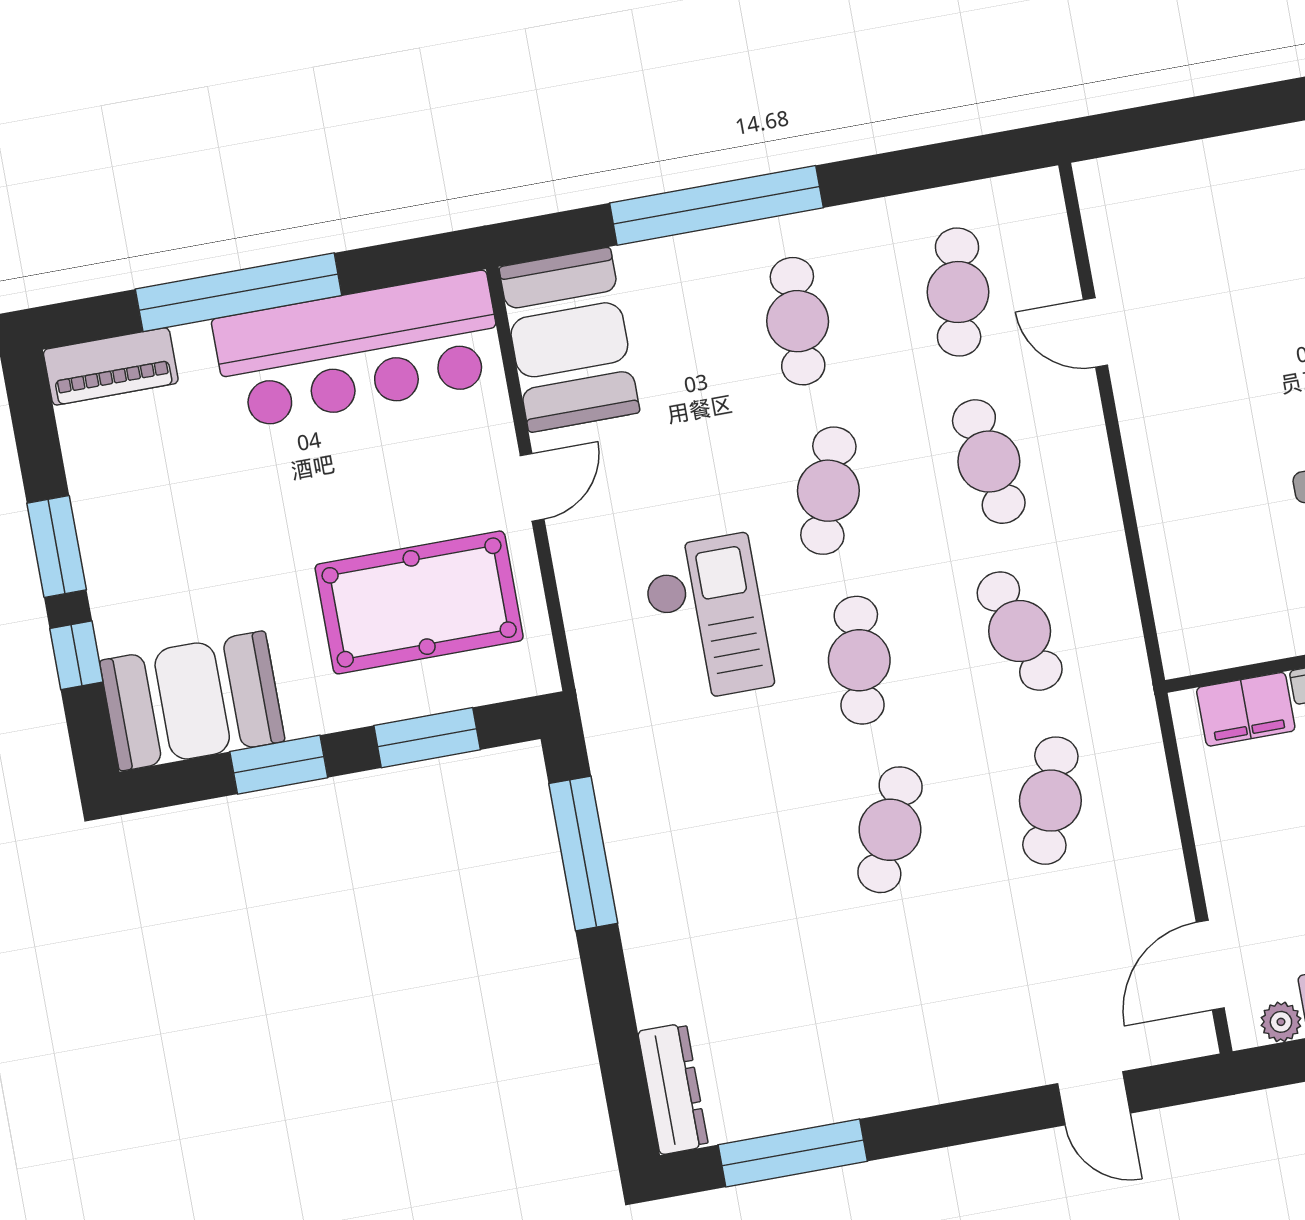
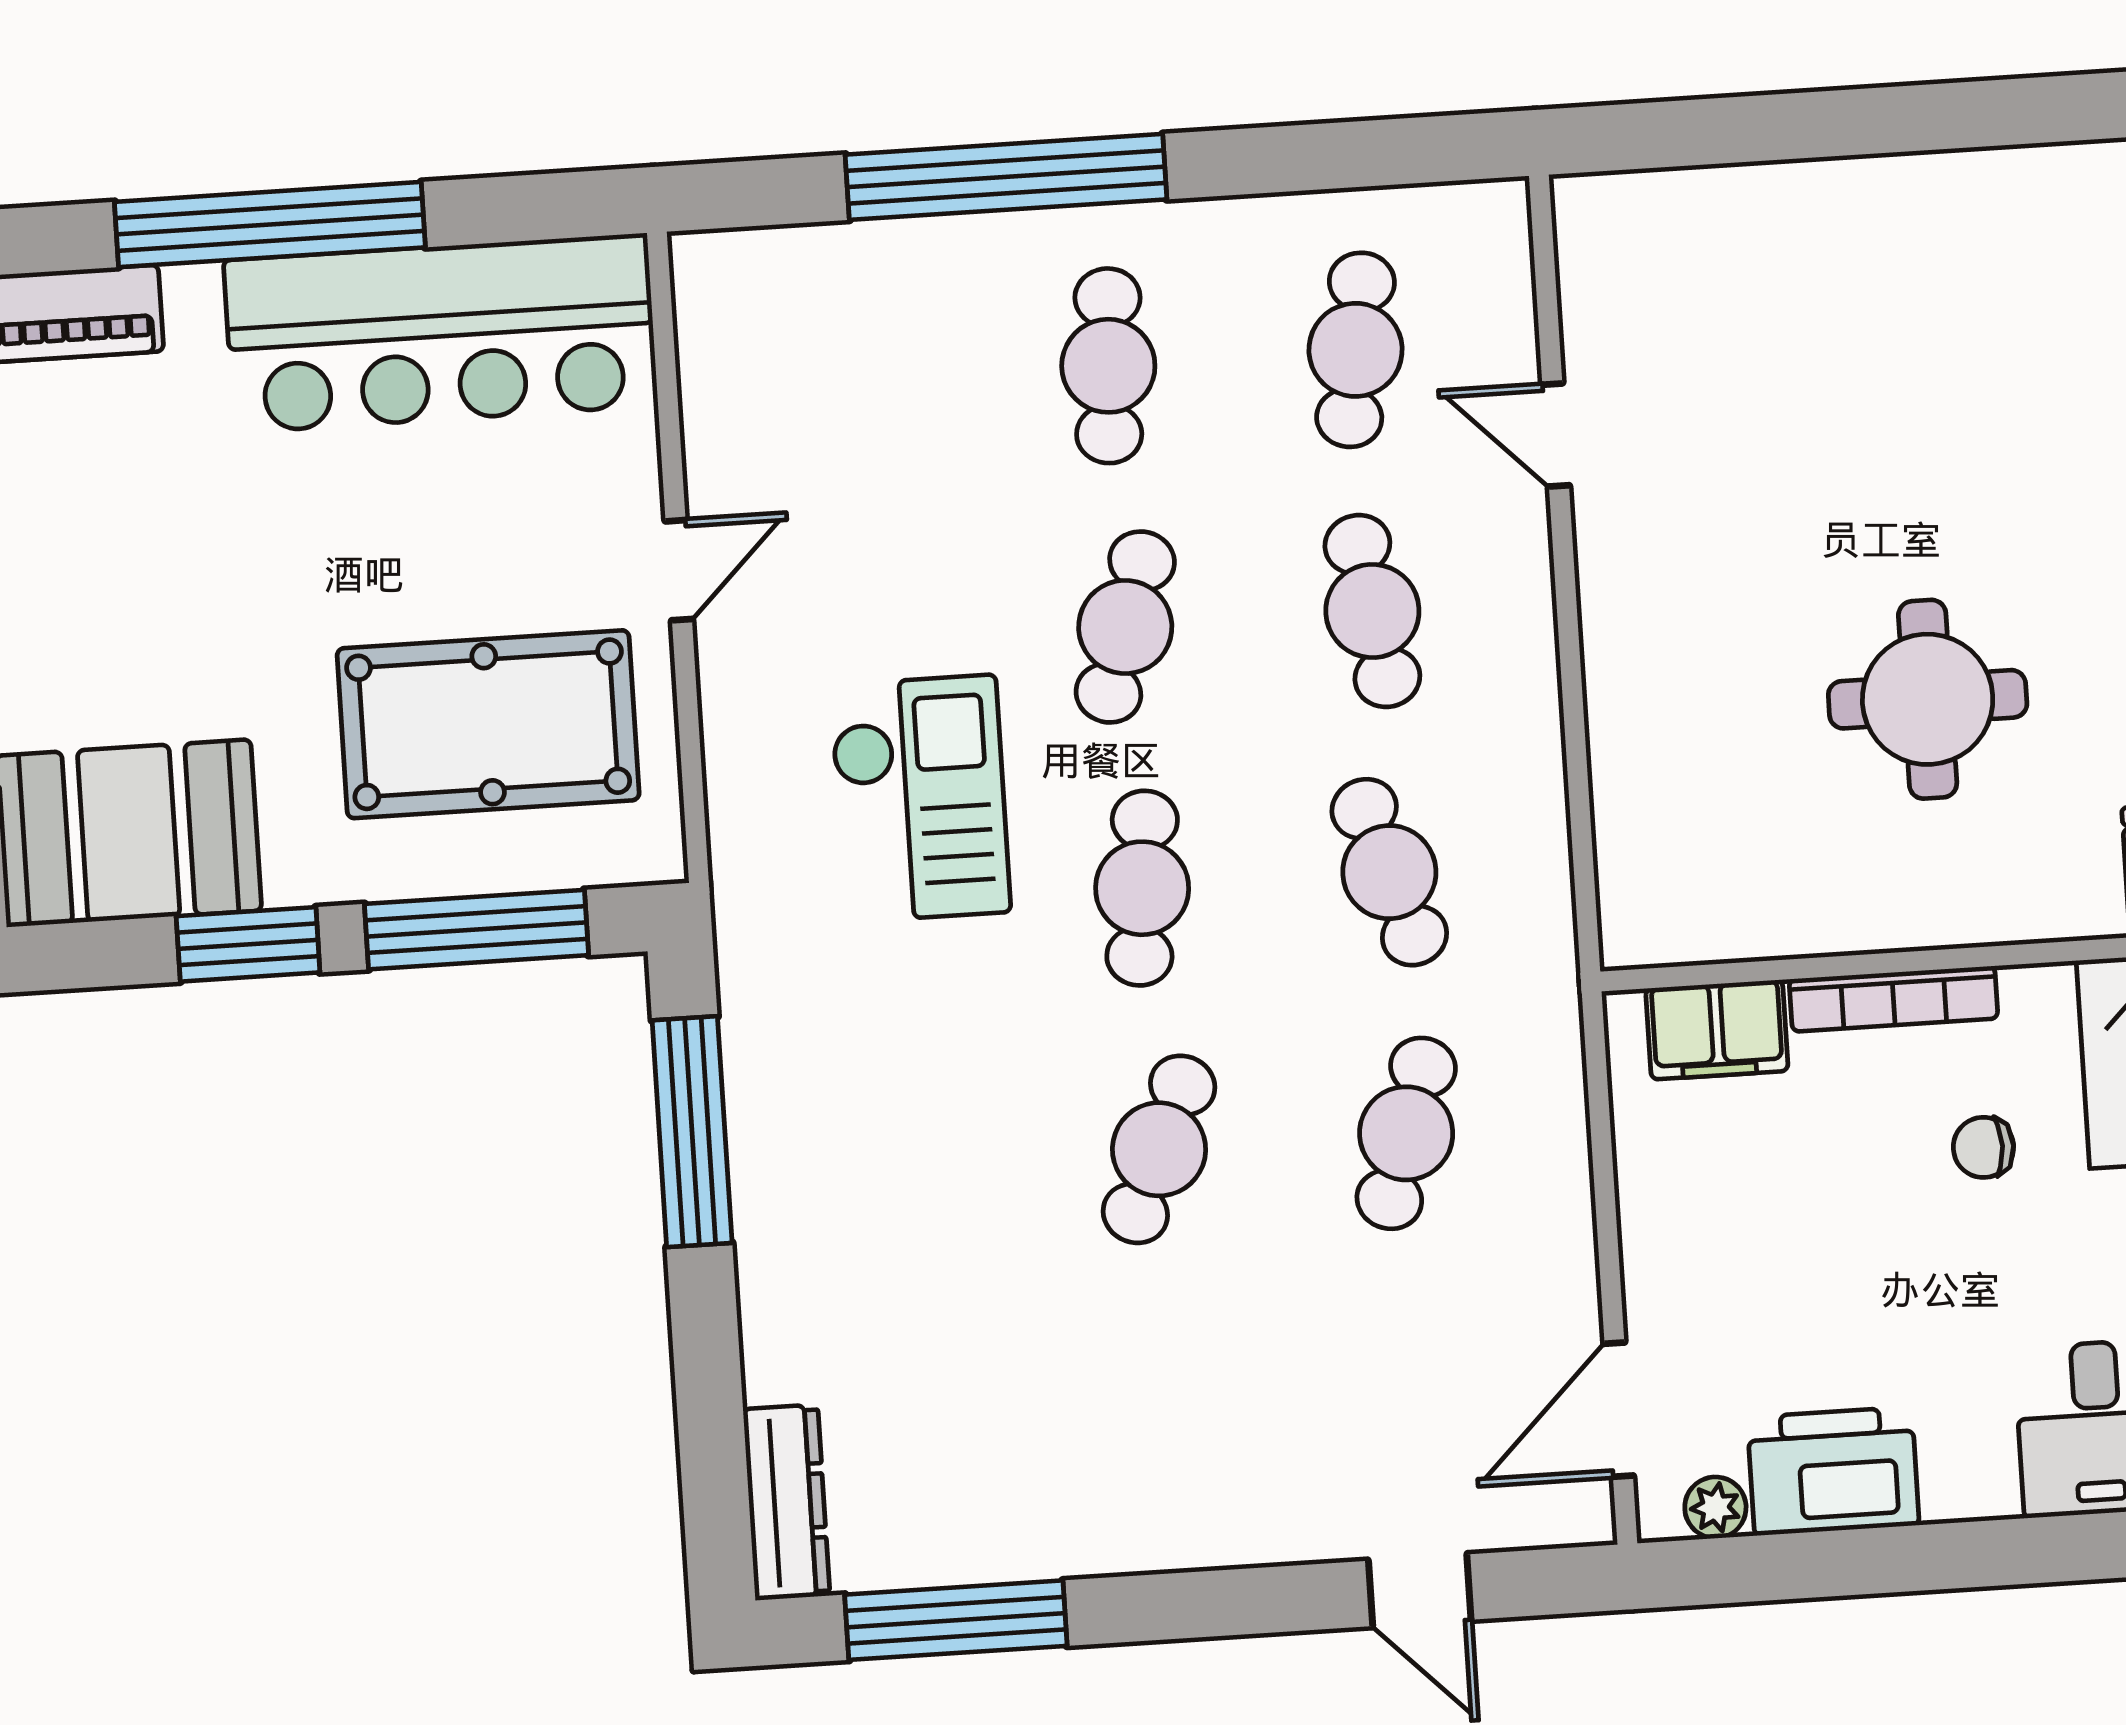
booth: (569, 340) -> (761, 354), removed
window: (427, 738) -> (476, 930), width x1.44

